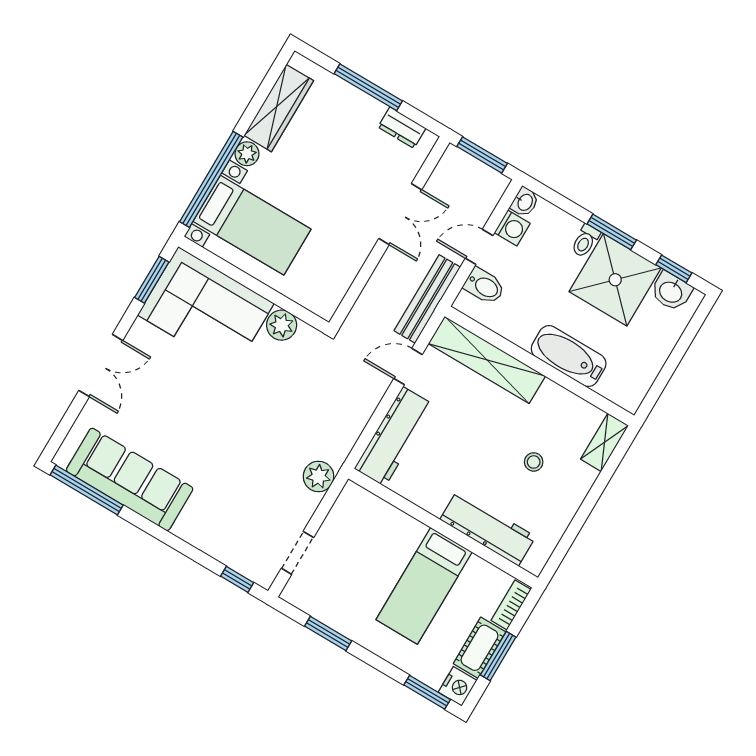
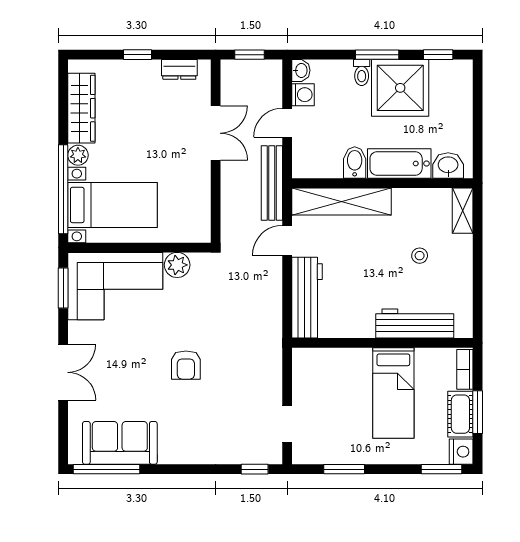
window: (368, 87) -> (137, 55), width x0.46
window: (482, 155) -> (250, 55), width x0.67
bidet: (484, 286) -> (355, 163), moved, turned -90
washbasin: (671, 291) -> (448, 166), moved, turned 180
armchair: (230, 432) -> (186, 365), added
plant: (319, 476) -> (269, 359), removed
sofa: (130, 479) -> (120, 443), width x0.73

